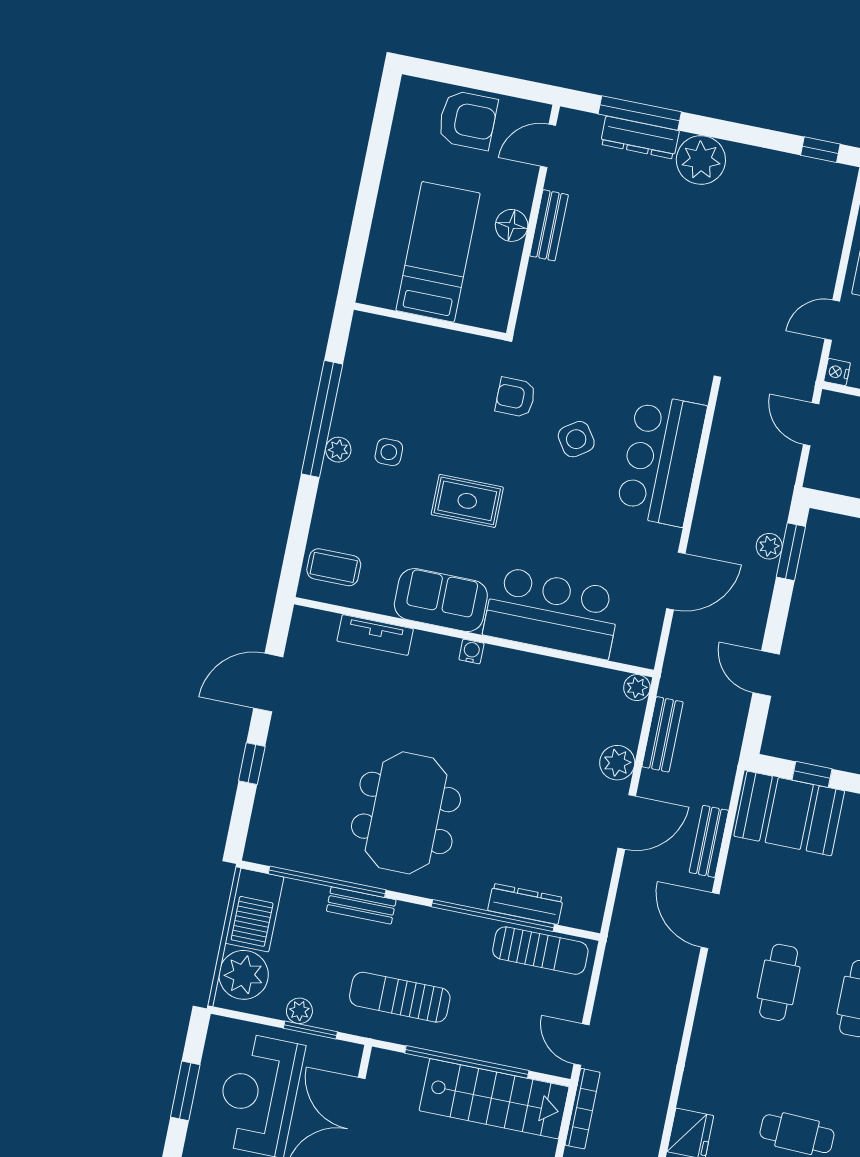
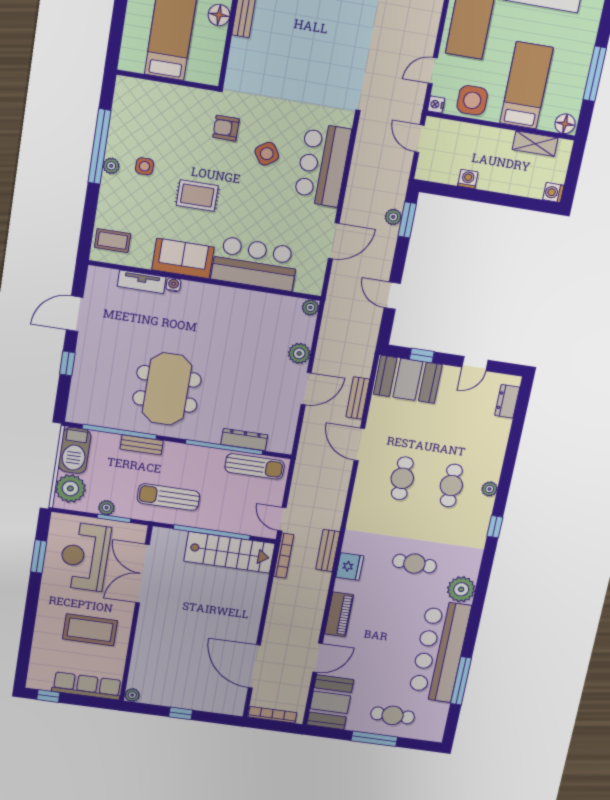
water cooler: (471, 651) -> (173, 285), moved
bench: (663, 734) -> (328, 551), moved

